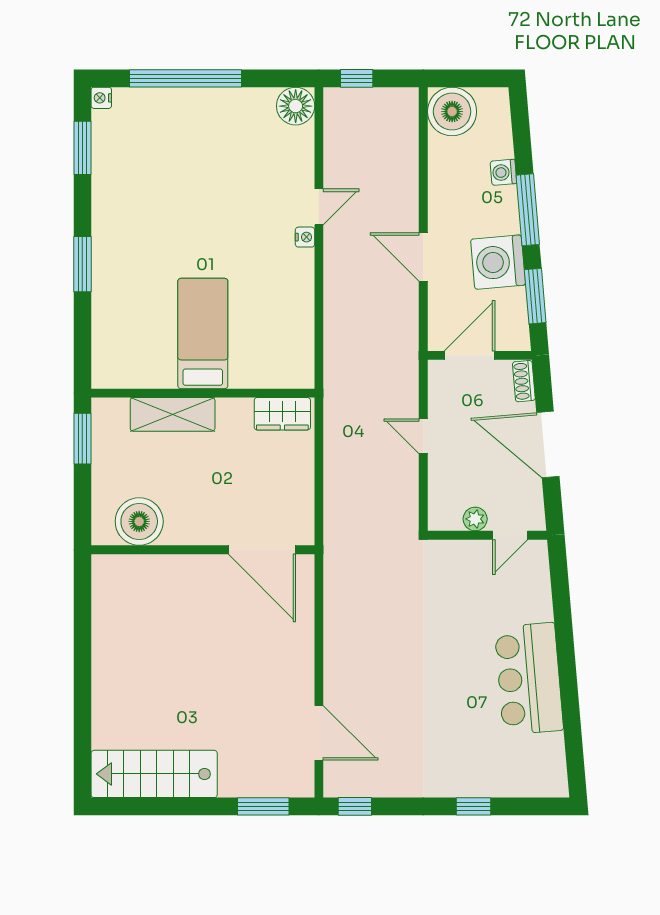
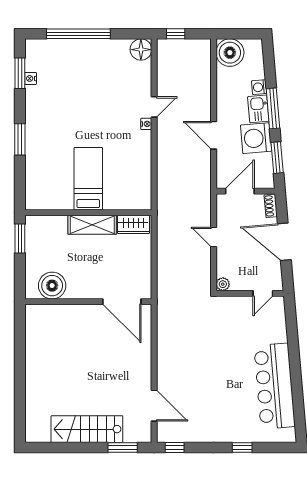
nightstand: (101, 98) -> (31, 78), moved
kitchen sink: (502, 211) -> (258, 109), added
shelving: (173, 414) -> (92, 225), moved
plant: (475, 519) -> (223, 284), moved
bar counter: (529, 679) -> (275, 386), width x1.36
stairs: (154, 774) -> (87, 429), moved

